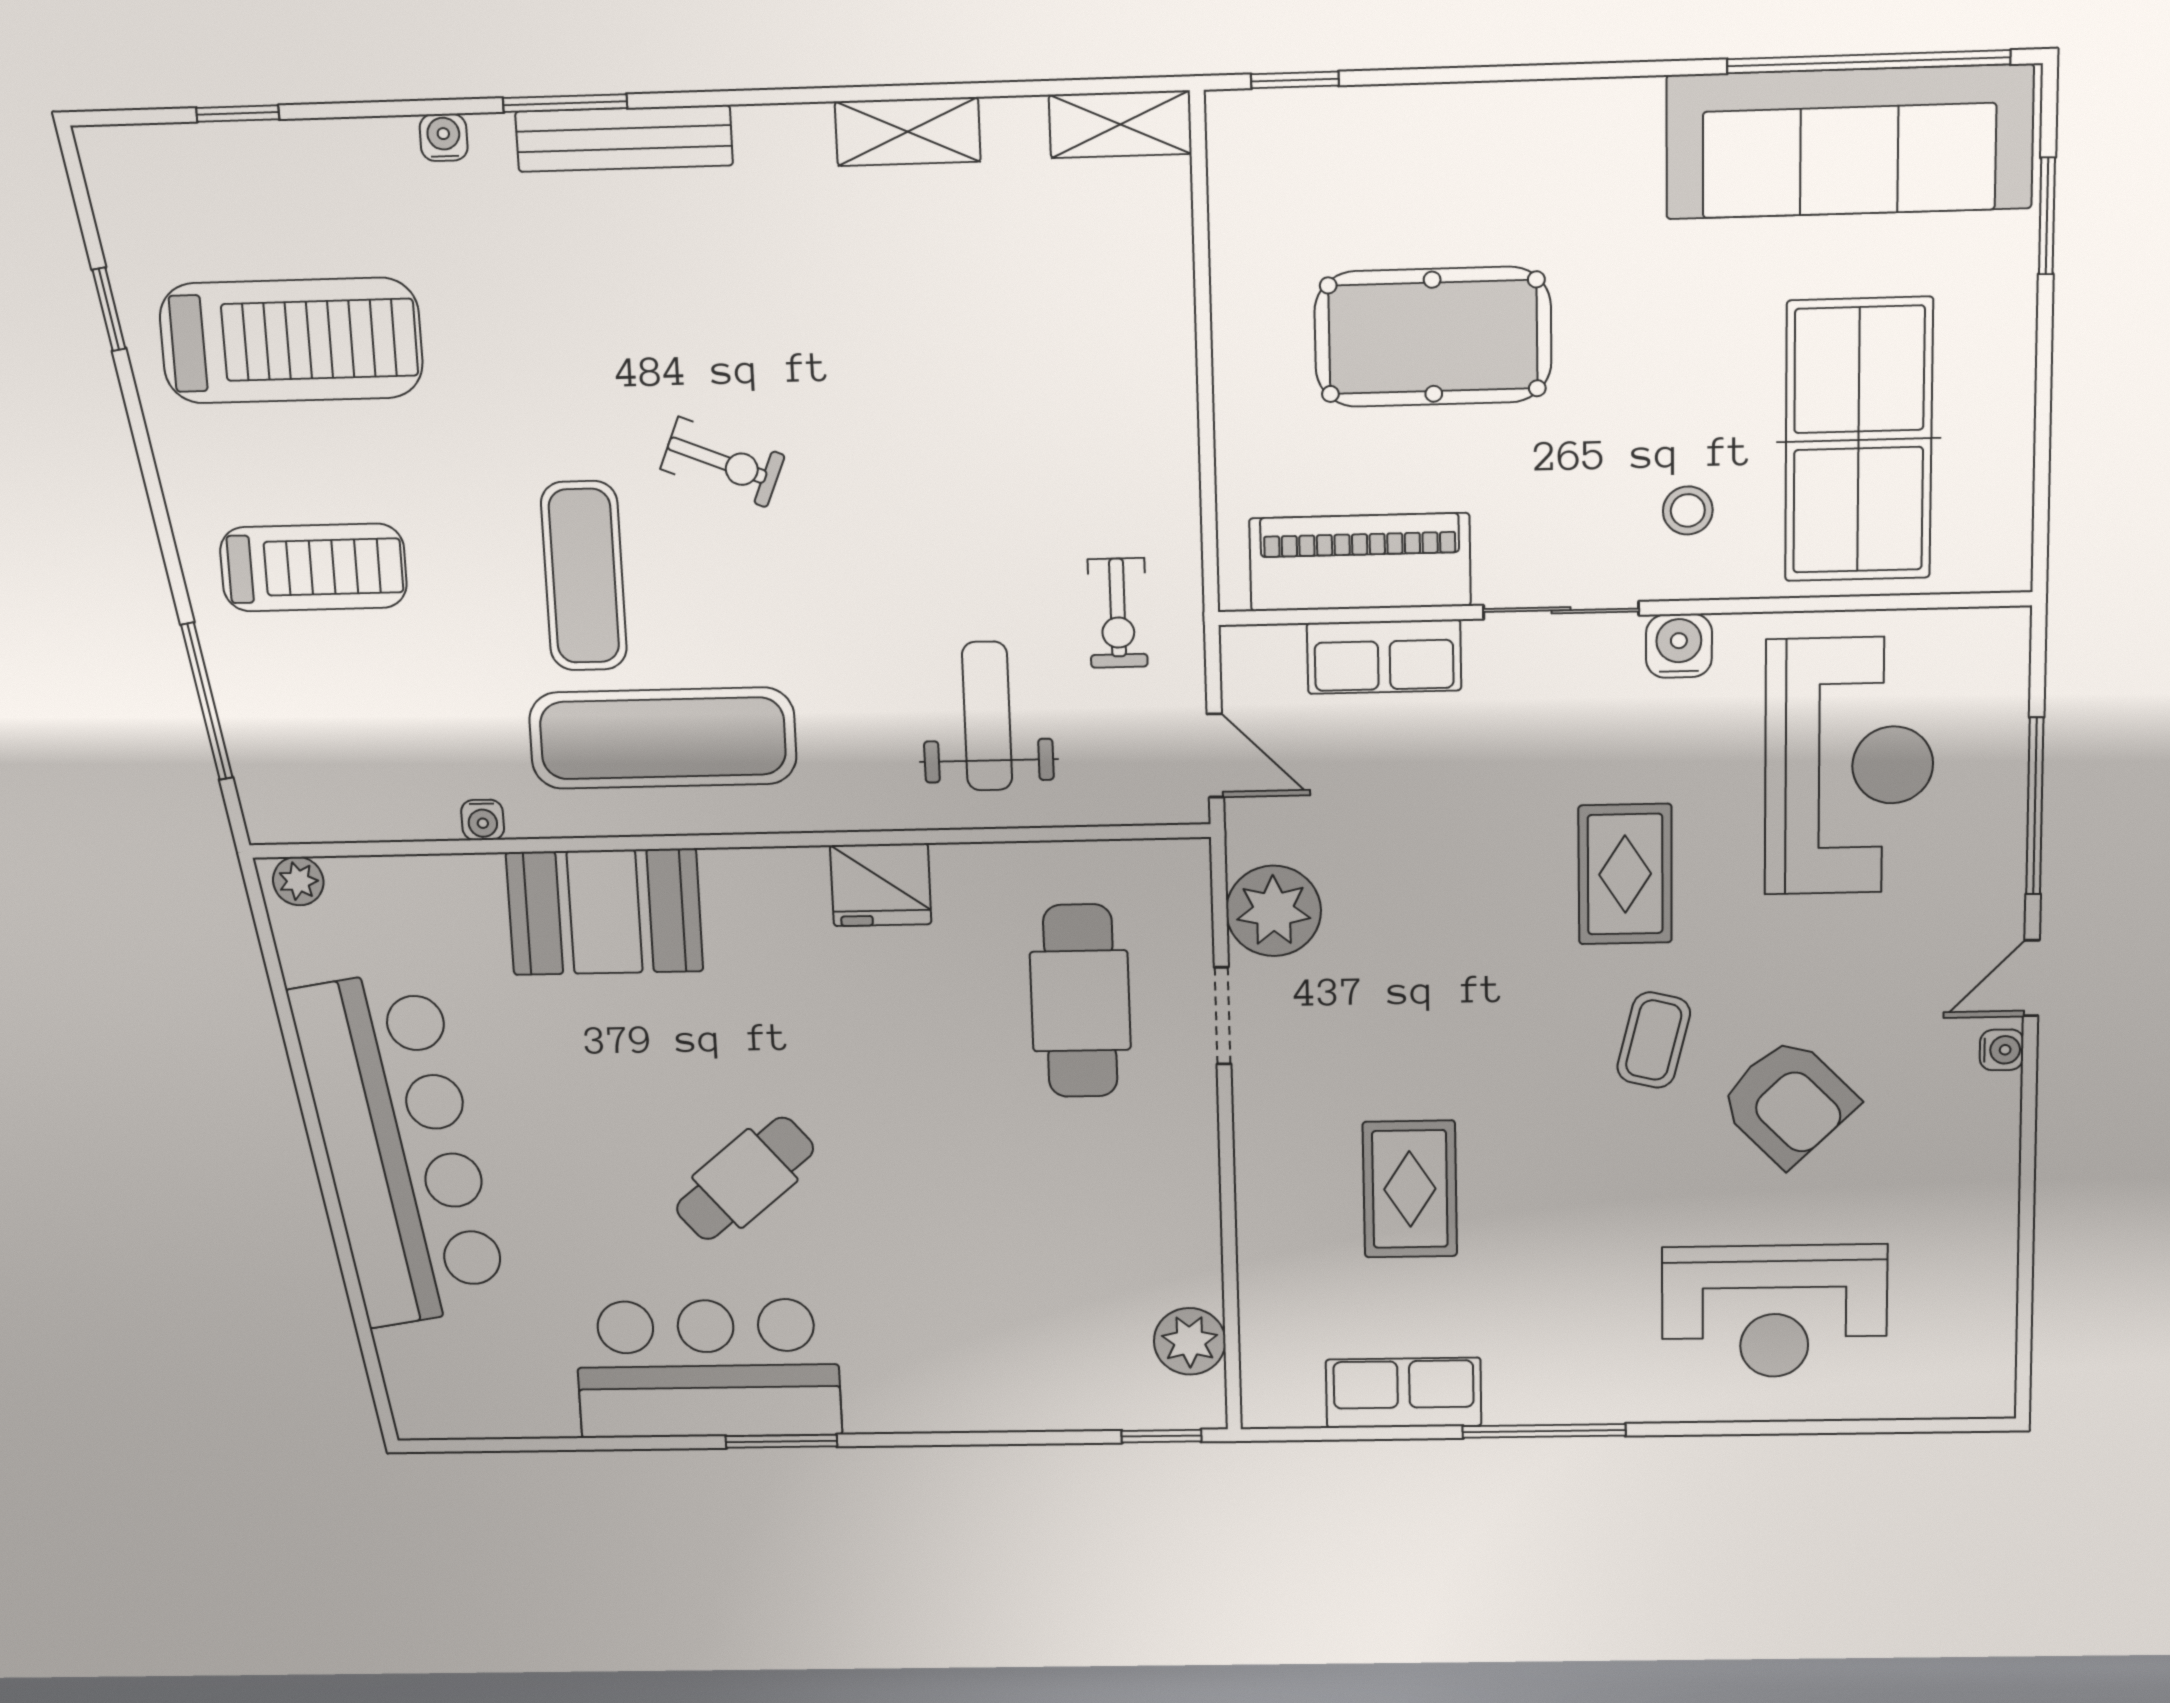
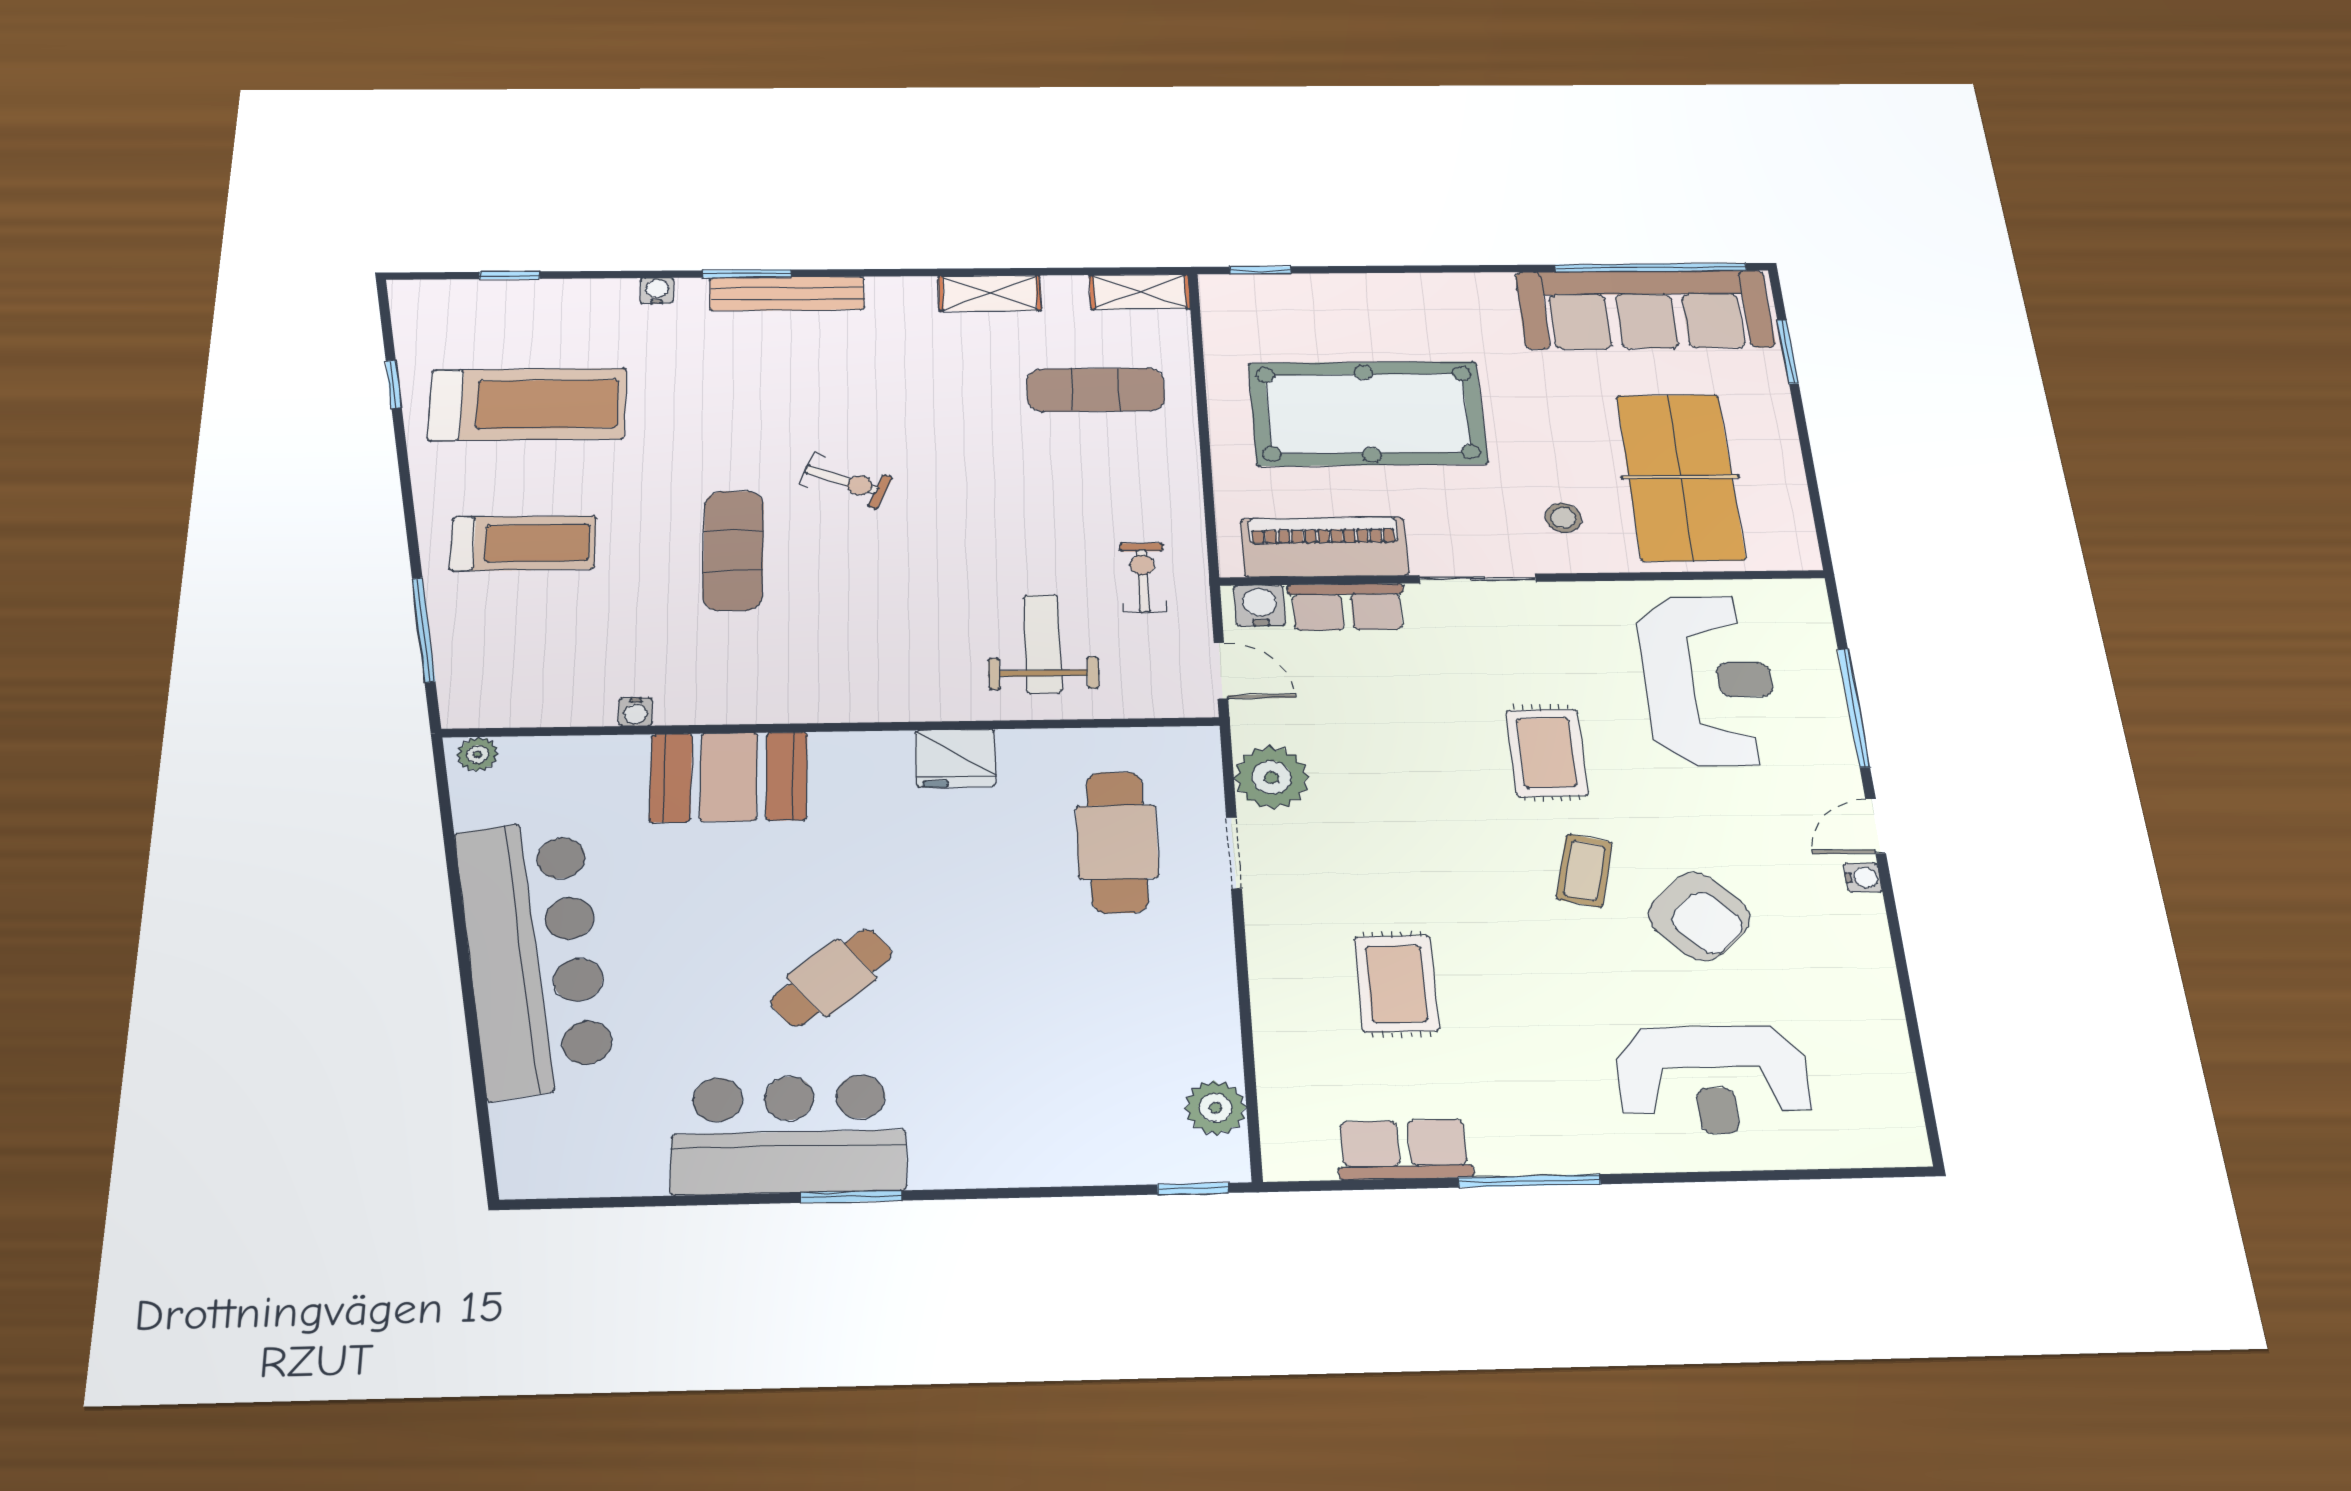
pool table: (1433, 337) -> (1368, 413), width x1.36, depth x1.32
exercise bike: (1118, 613) -> (1143, 577), turned 180
water cooler: (1679, 646) -> (1260, 606), moved
exercise mat: (663, 738) -> (1096, 390), moved, width x0.73, depth x0.69

